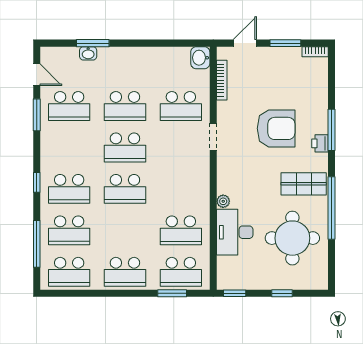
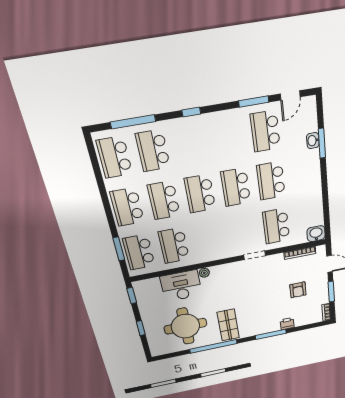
armchair: (276, 128) -> (298, 290), moved, width x0.53, depth x0.53
printer: (320, 143) -> (287, 324), moved
school desk: (69, 189) -> (164, 200), moved

